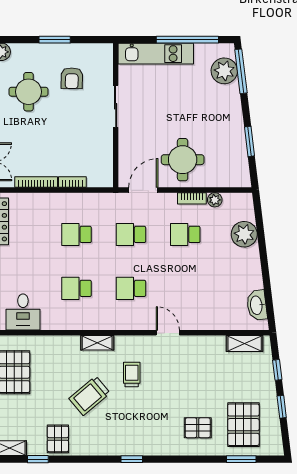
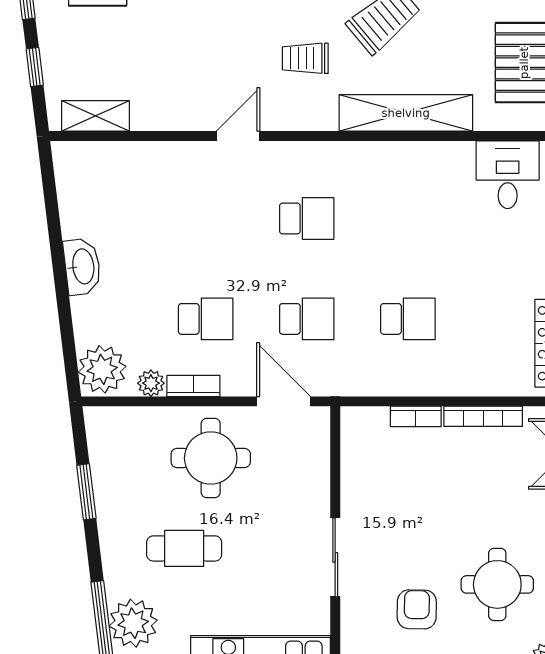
cafe table: (197, 111) -> (184, 548), added
door: (143, 190) -> (284, 401), swing flipped
plant: (244, 234) -> (102, 369), moved
school desk: (77, 288) -> (408, 219), removed
washbasin: (257, 305) -> (82, 267), moved
door: (168, 333) -> (238, 136), swing flipped
shelving: (97, 343) -> (406, 113), width x2.20, depth x1.33
trolley: (132, 375) -> (305, 58), turned 90

